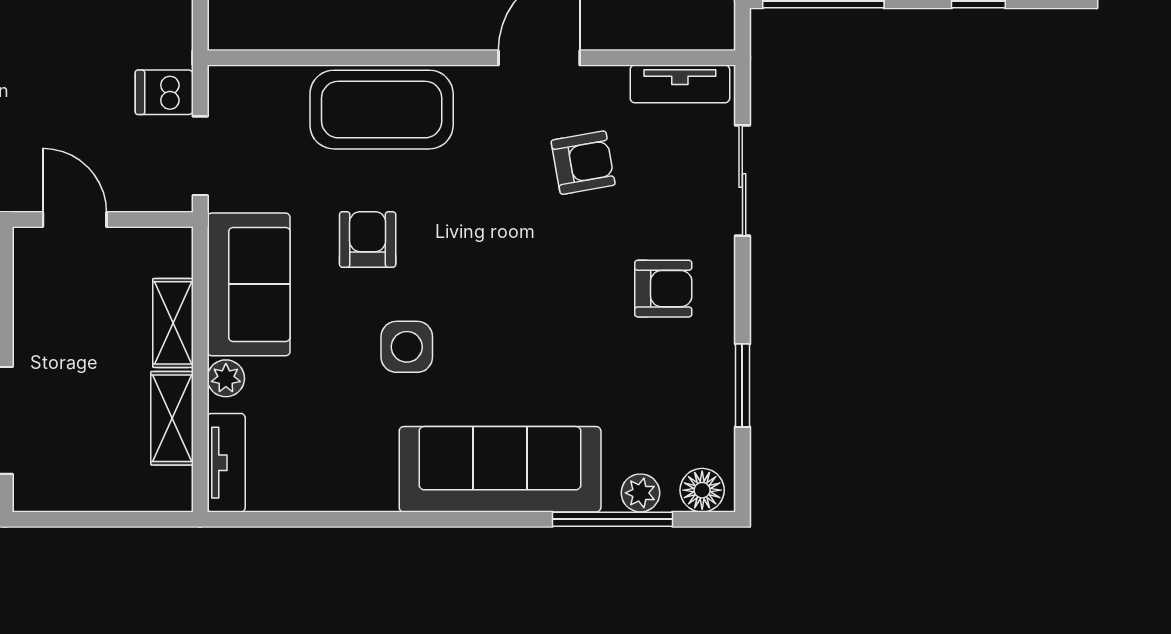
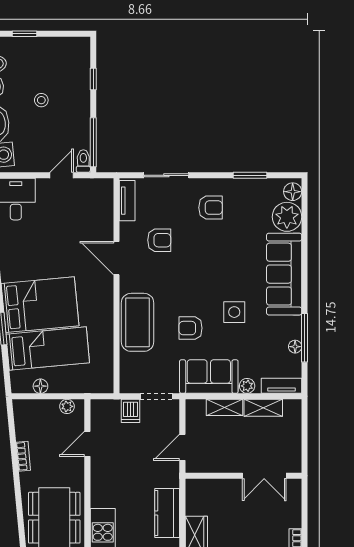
armchair: (583, 163) -> (159, 240), turned 100
armchair: (663, 289) -> (211, 208), turned 90
plant: (640, 493) -> (287, 217), width x1.87, depth x1.87
floor lamp: (322, 496) -> (295, 347), added
window: (612, 519) -> (305, 338), moved

